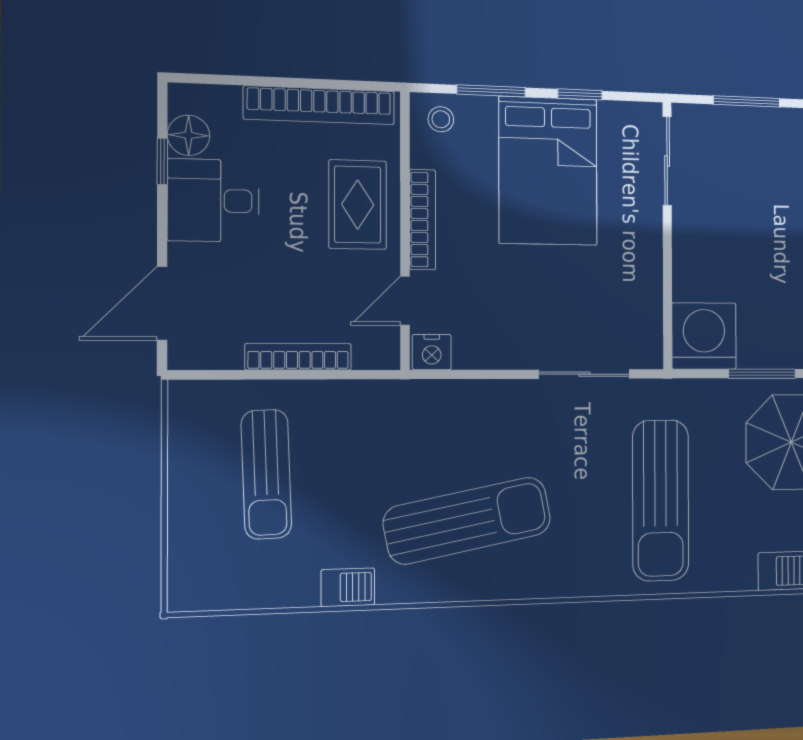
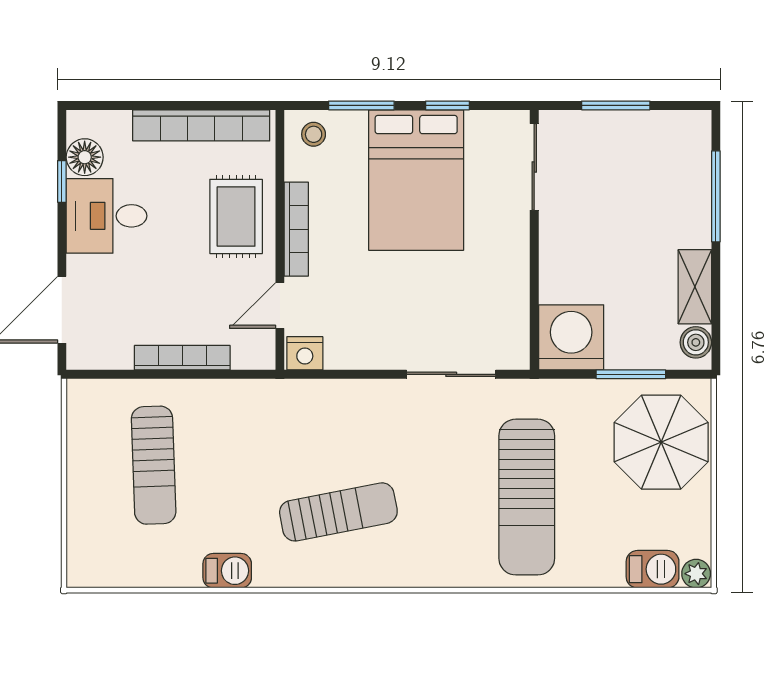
sun lounger: (468, 521) -> (338, 512), width x0.73, depth x0.75

